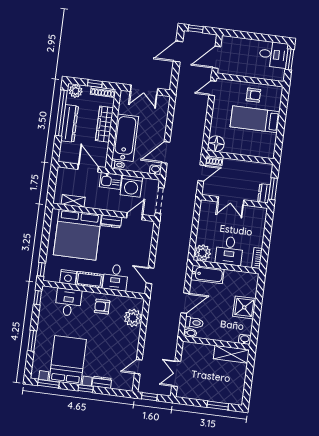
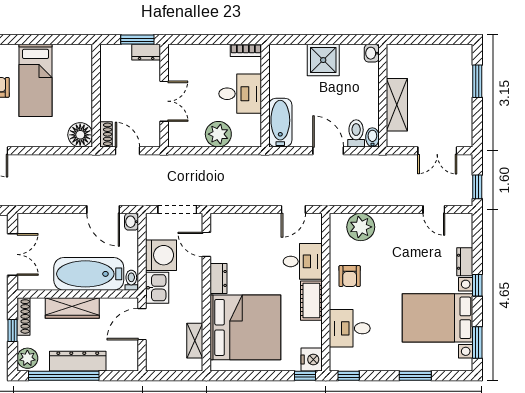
plant: (202, 253) -> (218, 134), moved
nightstand: (68, 277) -> (312, 359), moved
shelving: (231, 354) -> (397, 105), moved

